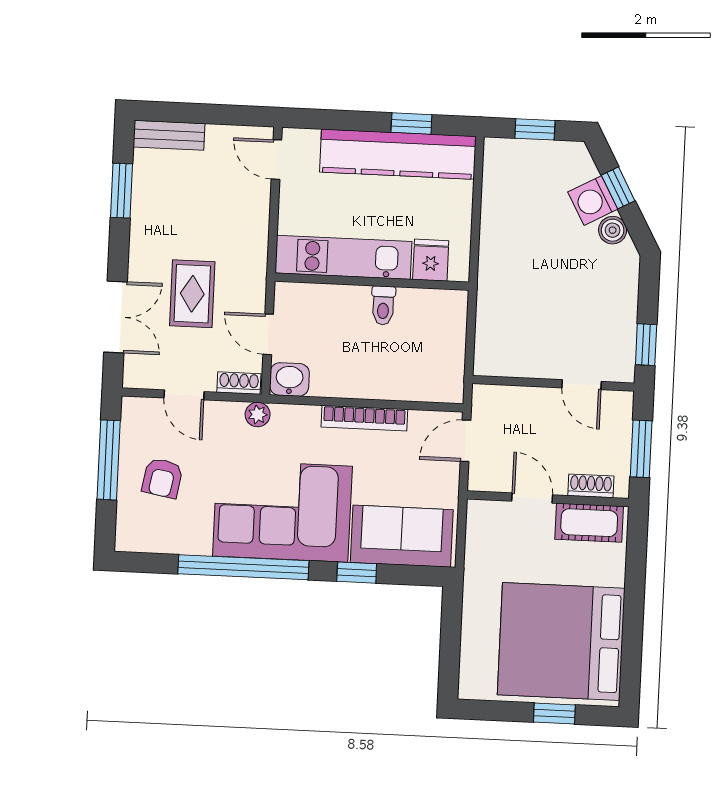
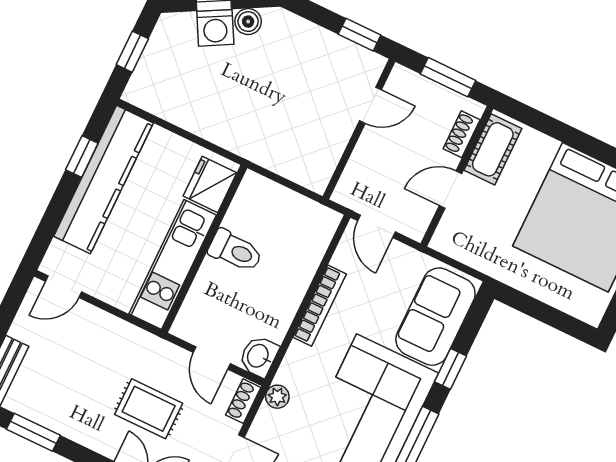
fridge: (431, 260) -> (210, 184), width x1.38
toilet: (383, 305) -> (235, 251), width x1.37, depth x1.39
door: (268, 334) -> (212, 358), hinge flipped

